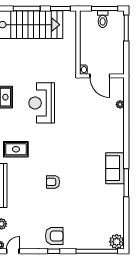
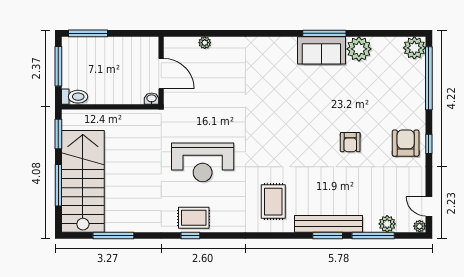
toilet: (103, 19) -> (75, 97), moved
door: (100, 76) -> (161, 74), hinge flipped
sofa: (115, 168) -> (321, 50), moved
armchair: (53, 182) -> (350, 142), moved
plant: (116, 205) -> (359, 49), added

